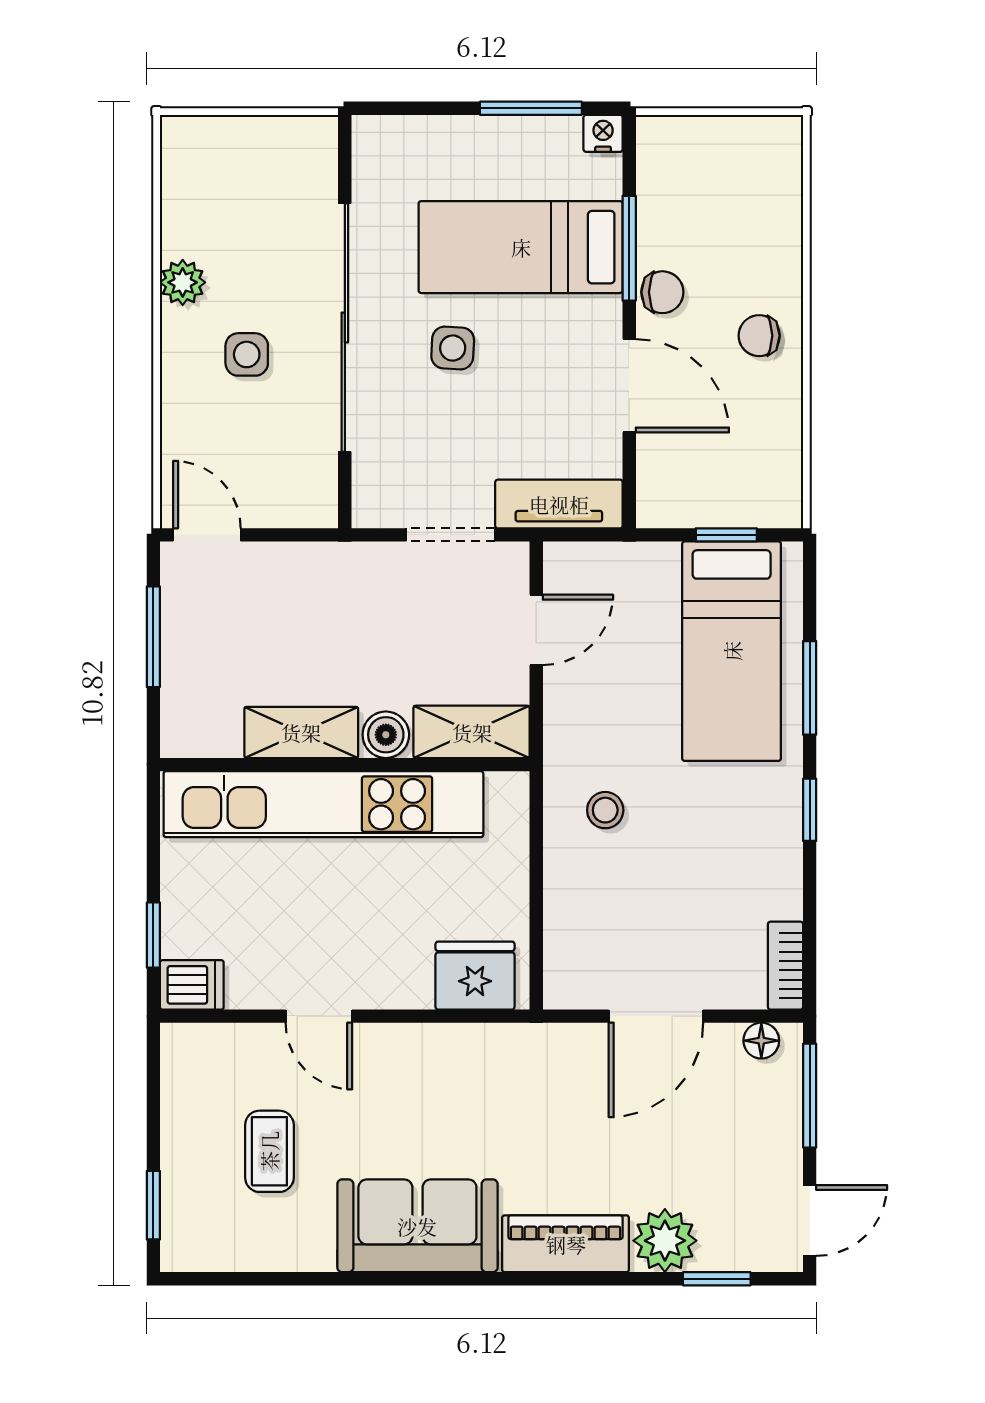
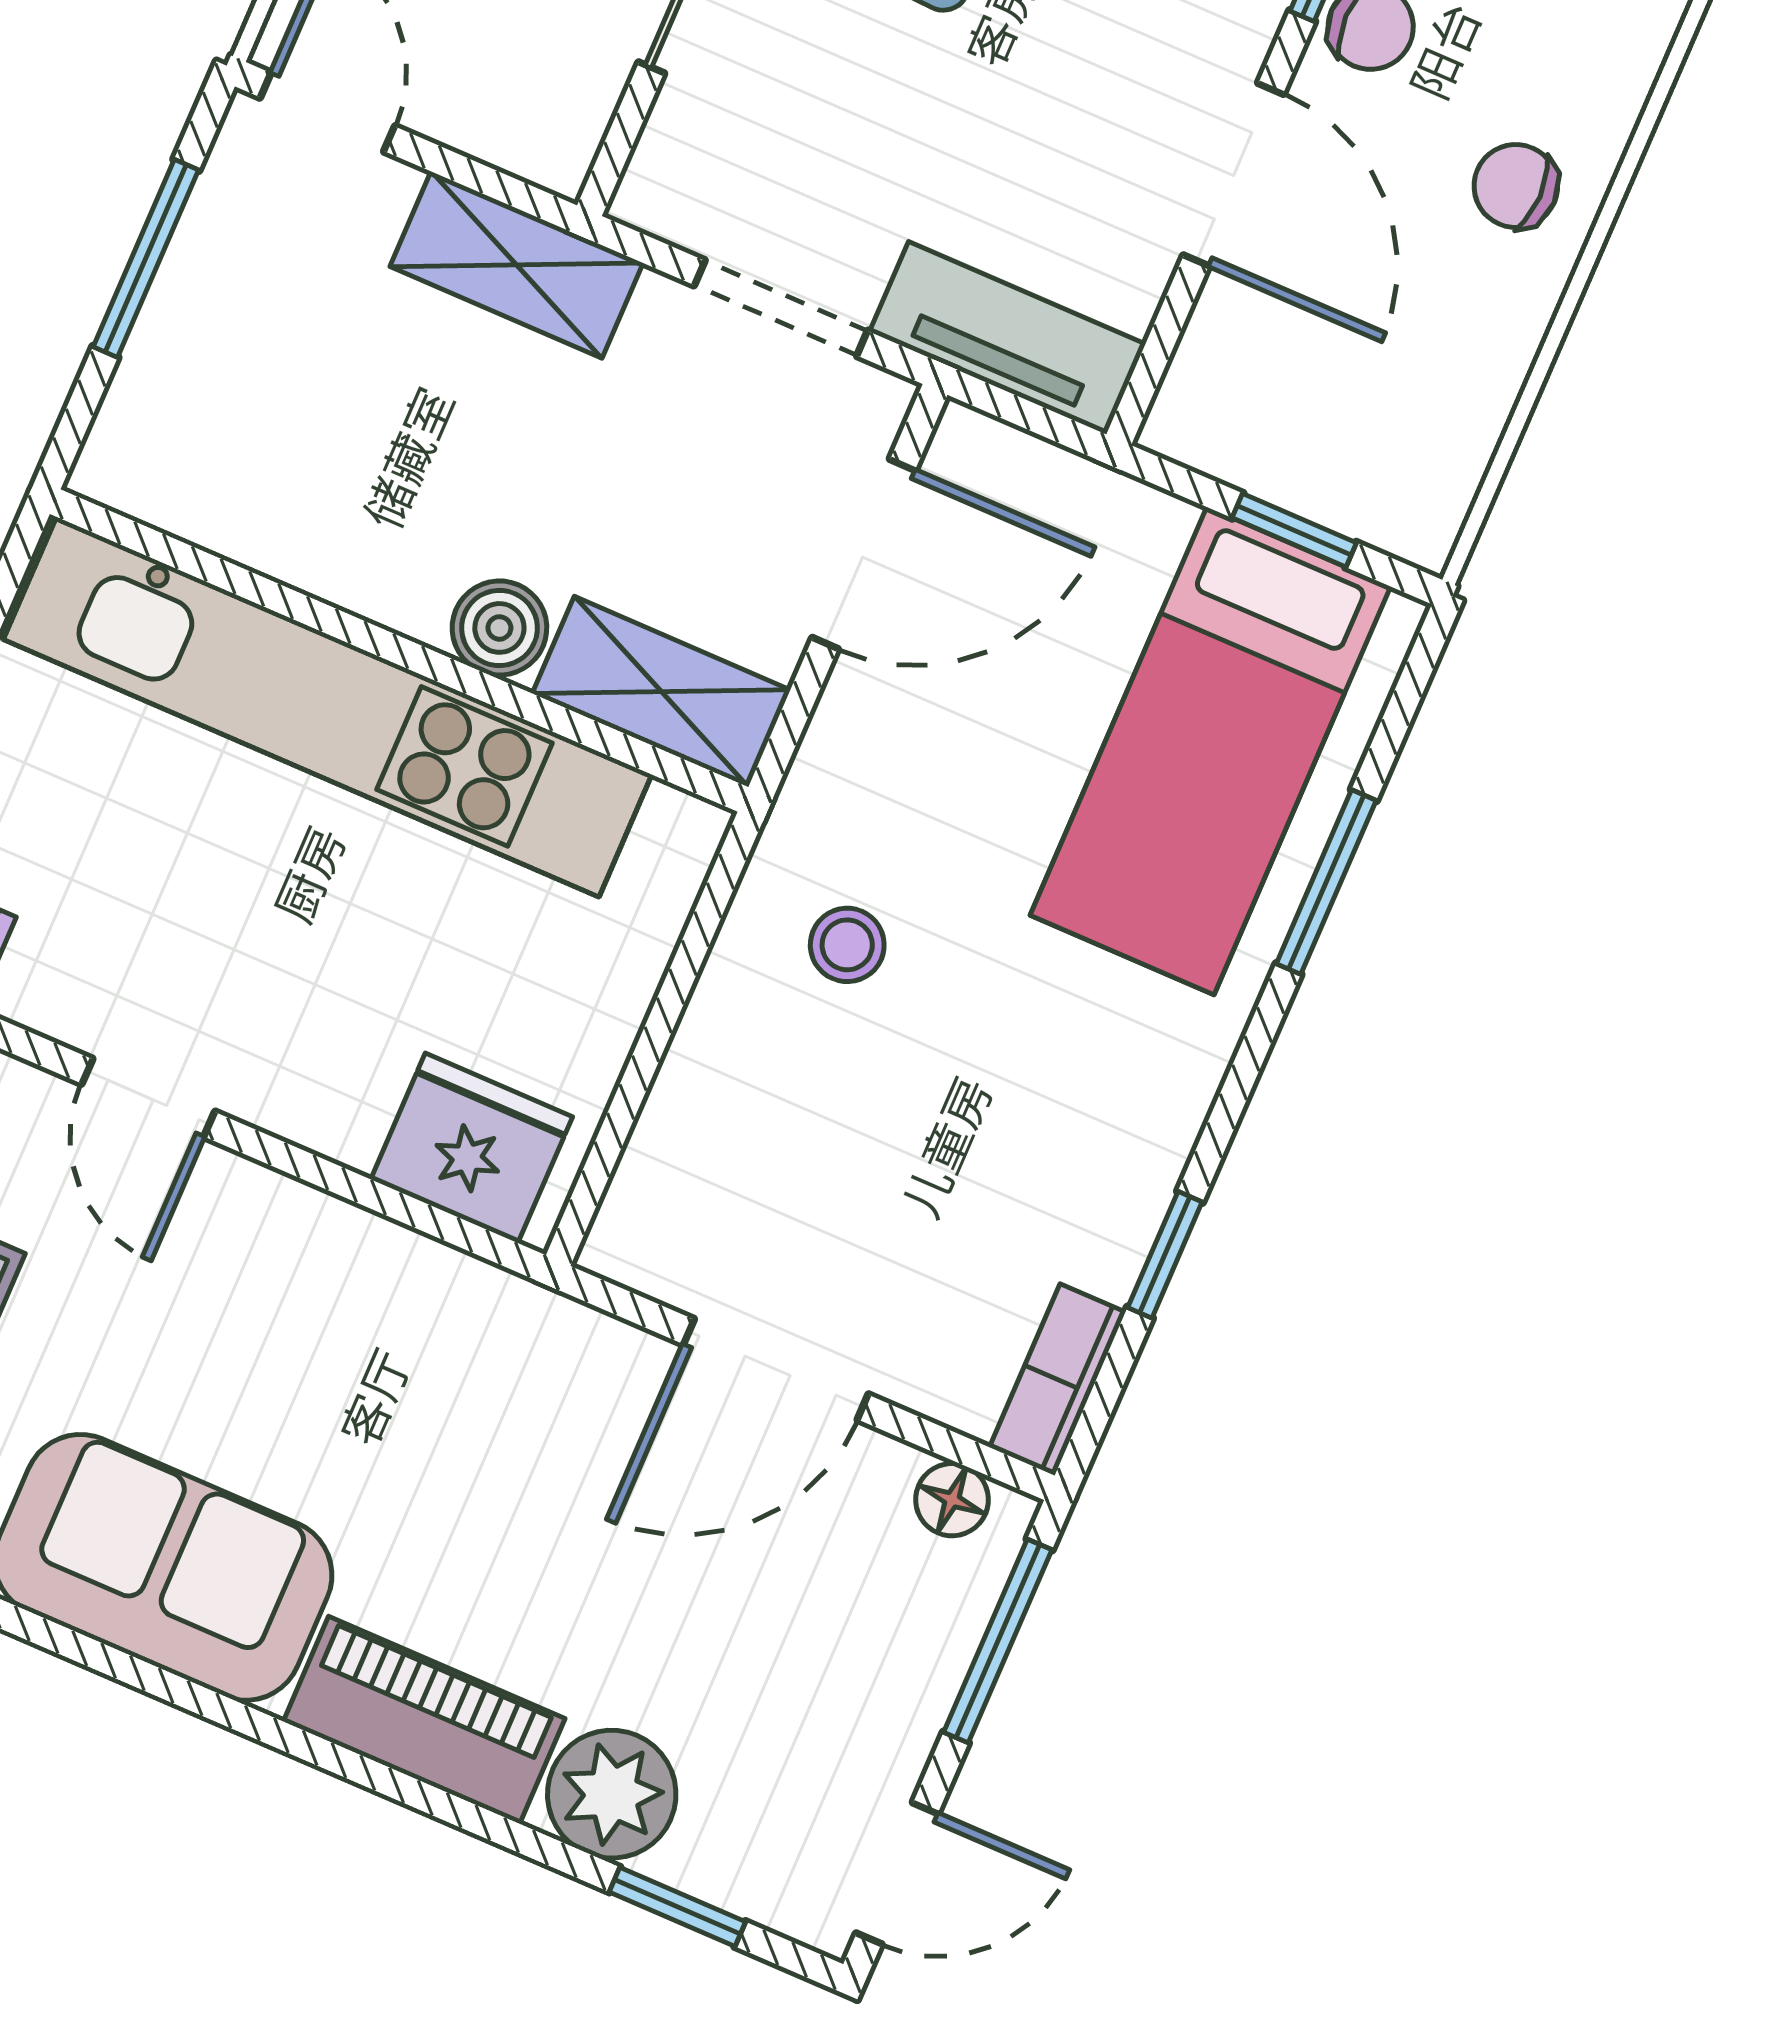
door: (536, 630) -> (864, 554), width x1.38
shelving: (301, 732) -> (516, 265), moved
window: (810, 810) -> (1165, 1255), moved

